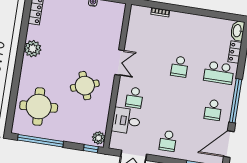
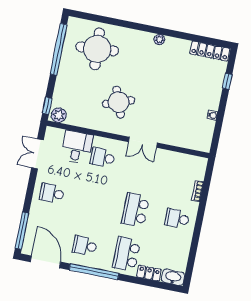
school desk: (185, 29) -> (177, 218), added
plant: (33, 49) -> (159, 40), width x0.53, depth x0.53
school desk: (180, 67) -> (135, 210), width x1.85

